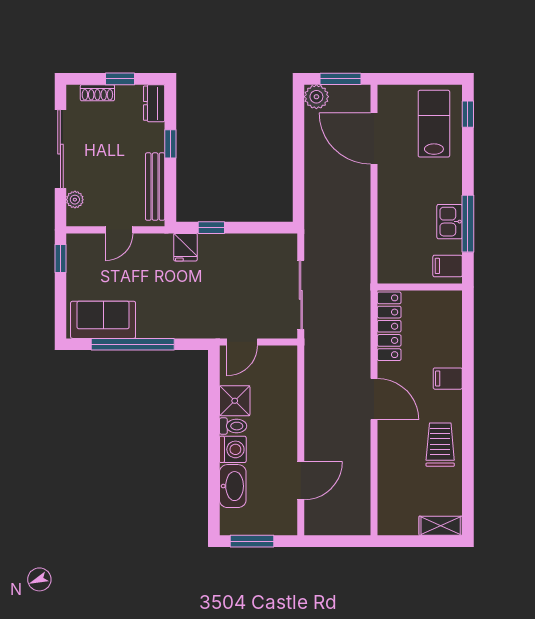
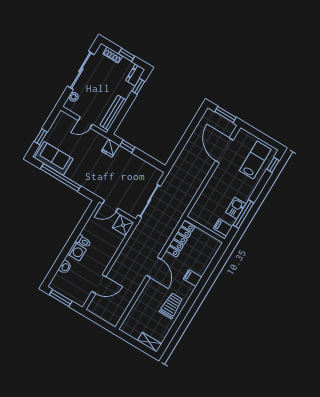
plant: (316, 97) -> (210, 116), removed
window: (170, 144) -> (138, 86), moved
window: (60, 258) -> (41, 137), moved
shower: (235, 401) -> (123, 225), moved
washbasin: (233, 486) -> (65, 267), width x0.52, depth x0.69

